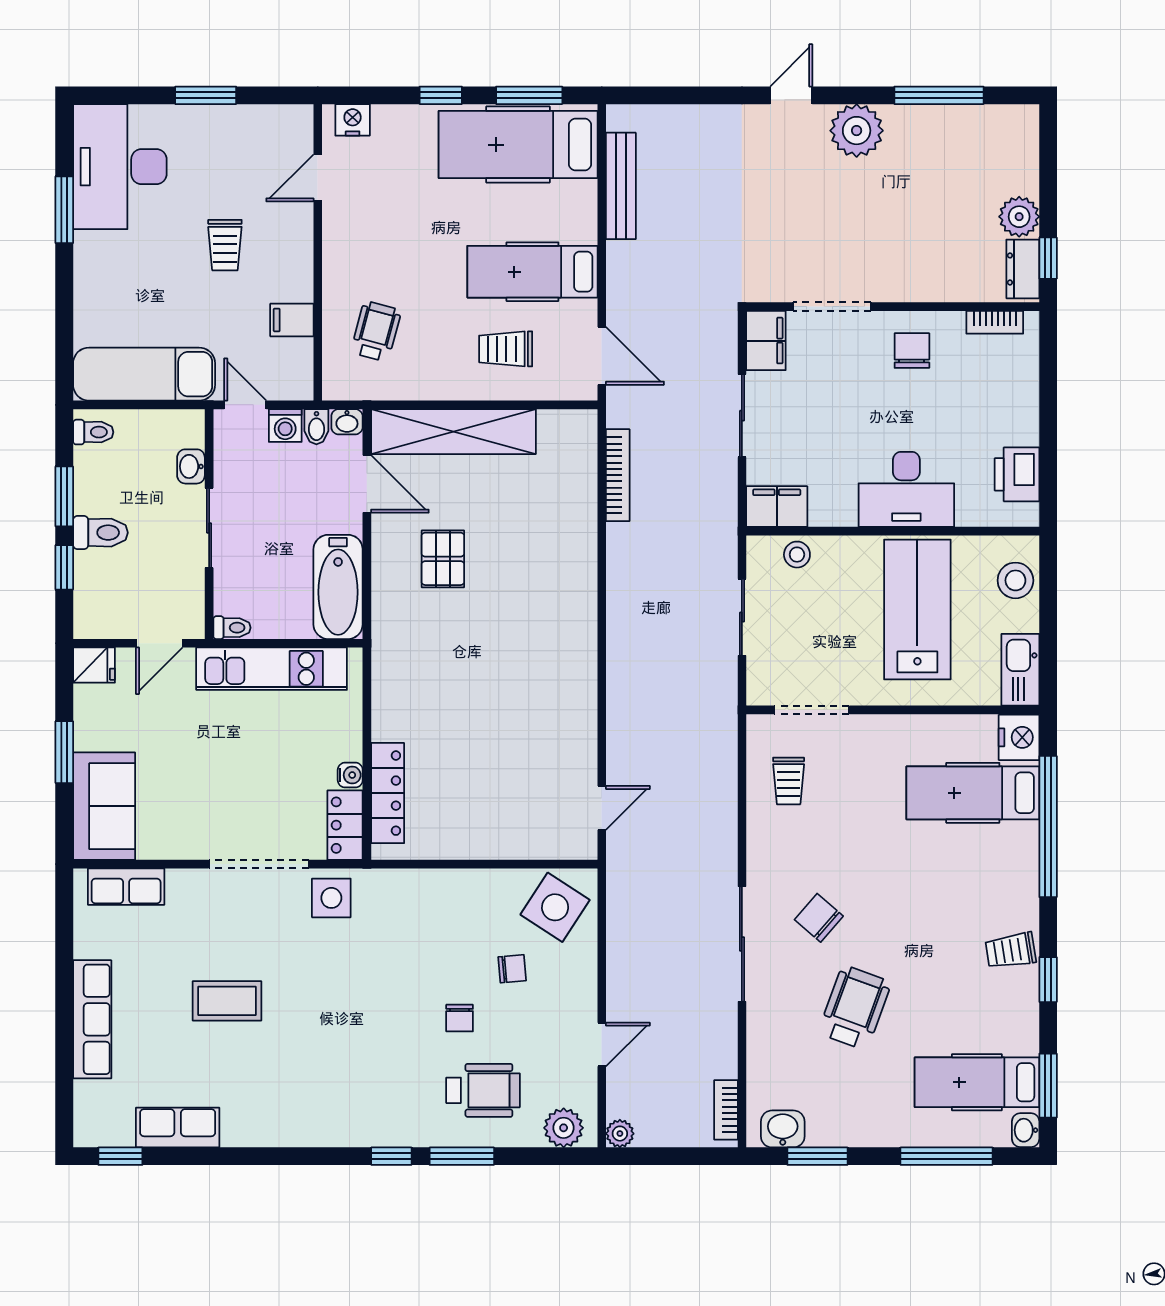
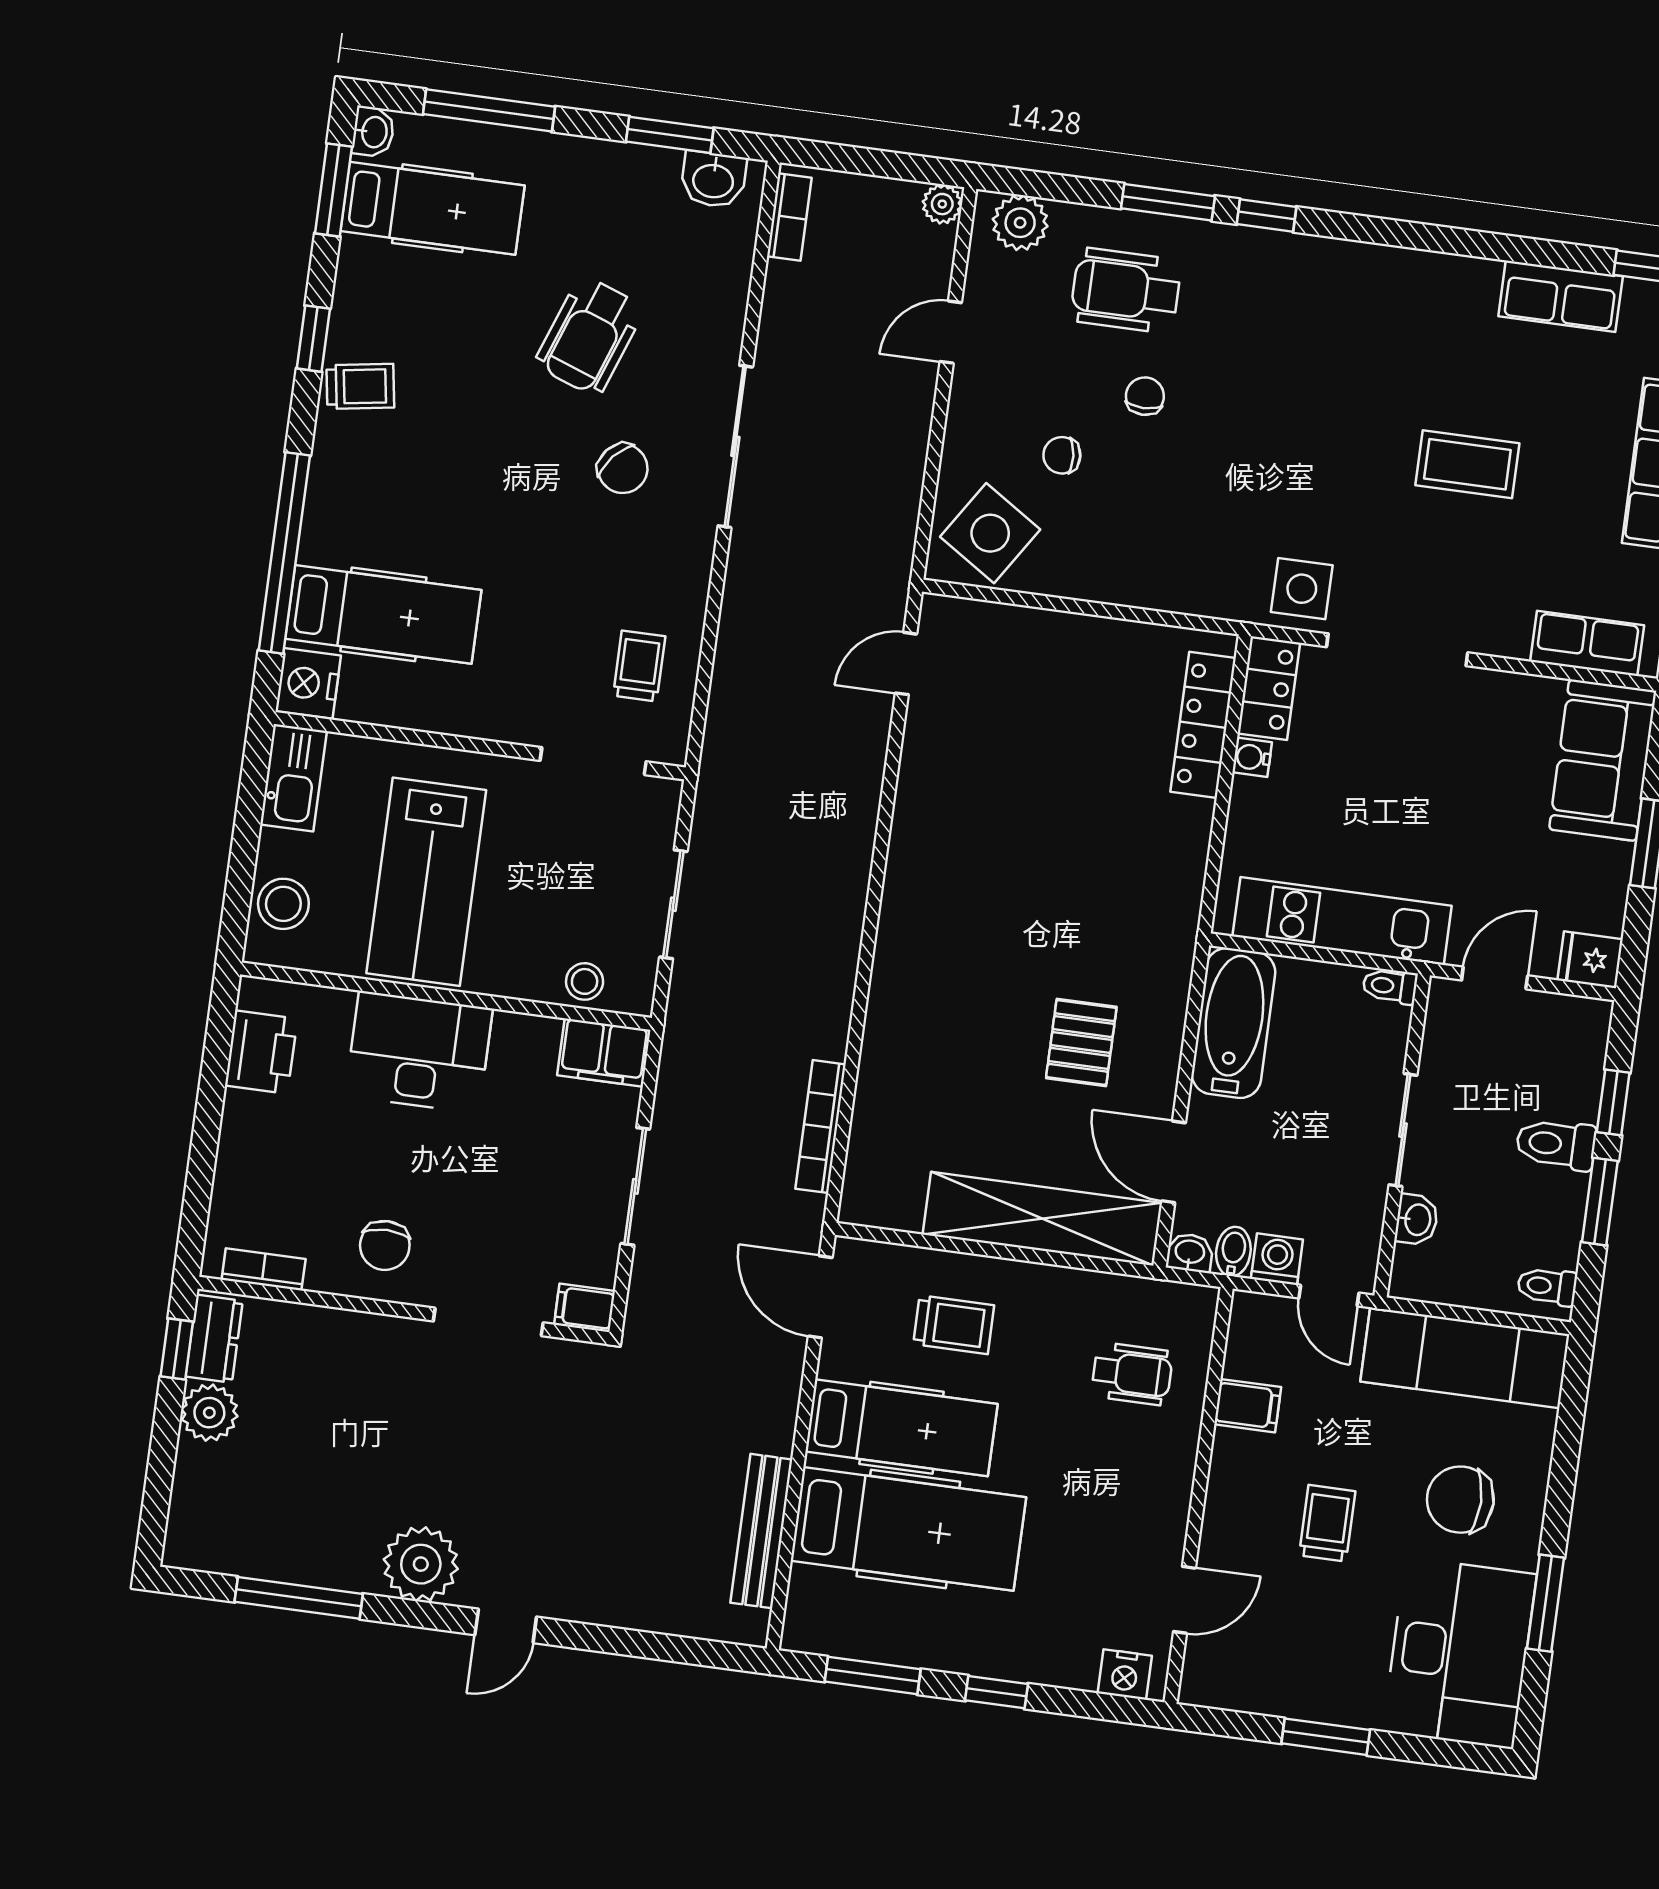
hospital bed: (518, 145) -> (908, 1529), moved
chair: (134, 274) -> (1460, 1500), added
wheelchair: (376, 331) -> (1132, 1374), turned -105
filing cabinet: (766, 341) -> (585, 1308), width x0.50

